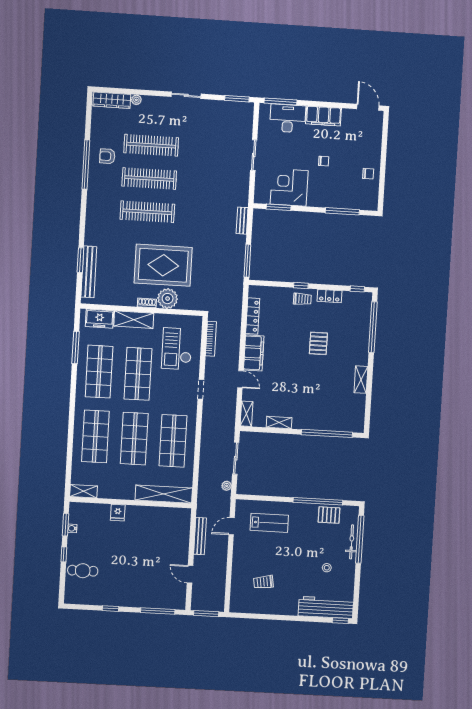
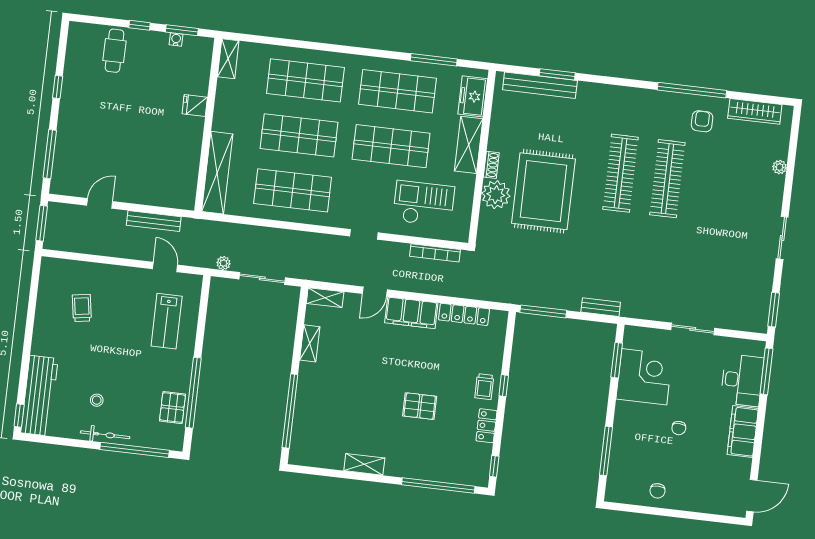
wardrobe: (112, 100) -> (755, 111), moved, turned -90
clothes rail: (151, 145) -> (714, 184), removed
bicycle: (352, 542) -> (105, 435), moved

